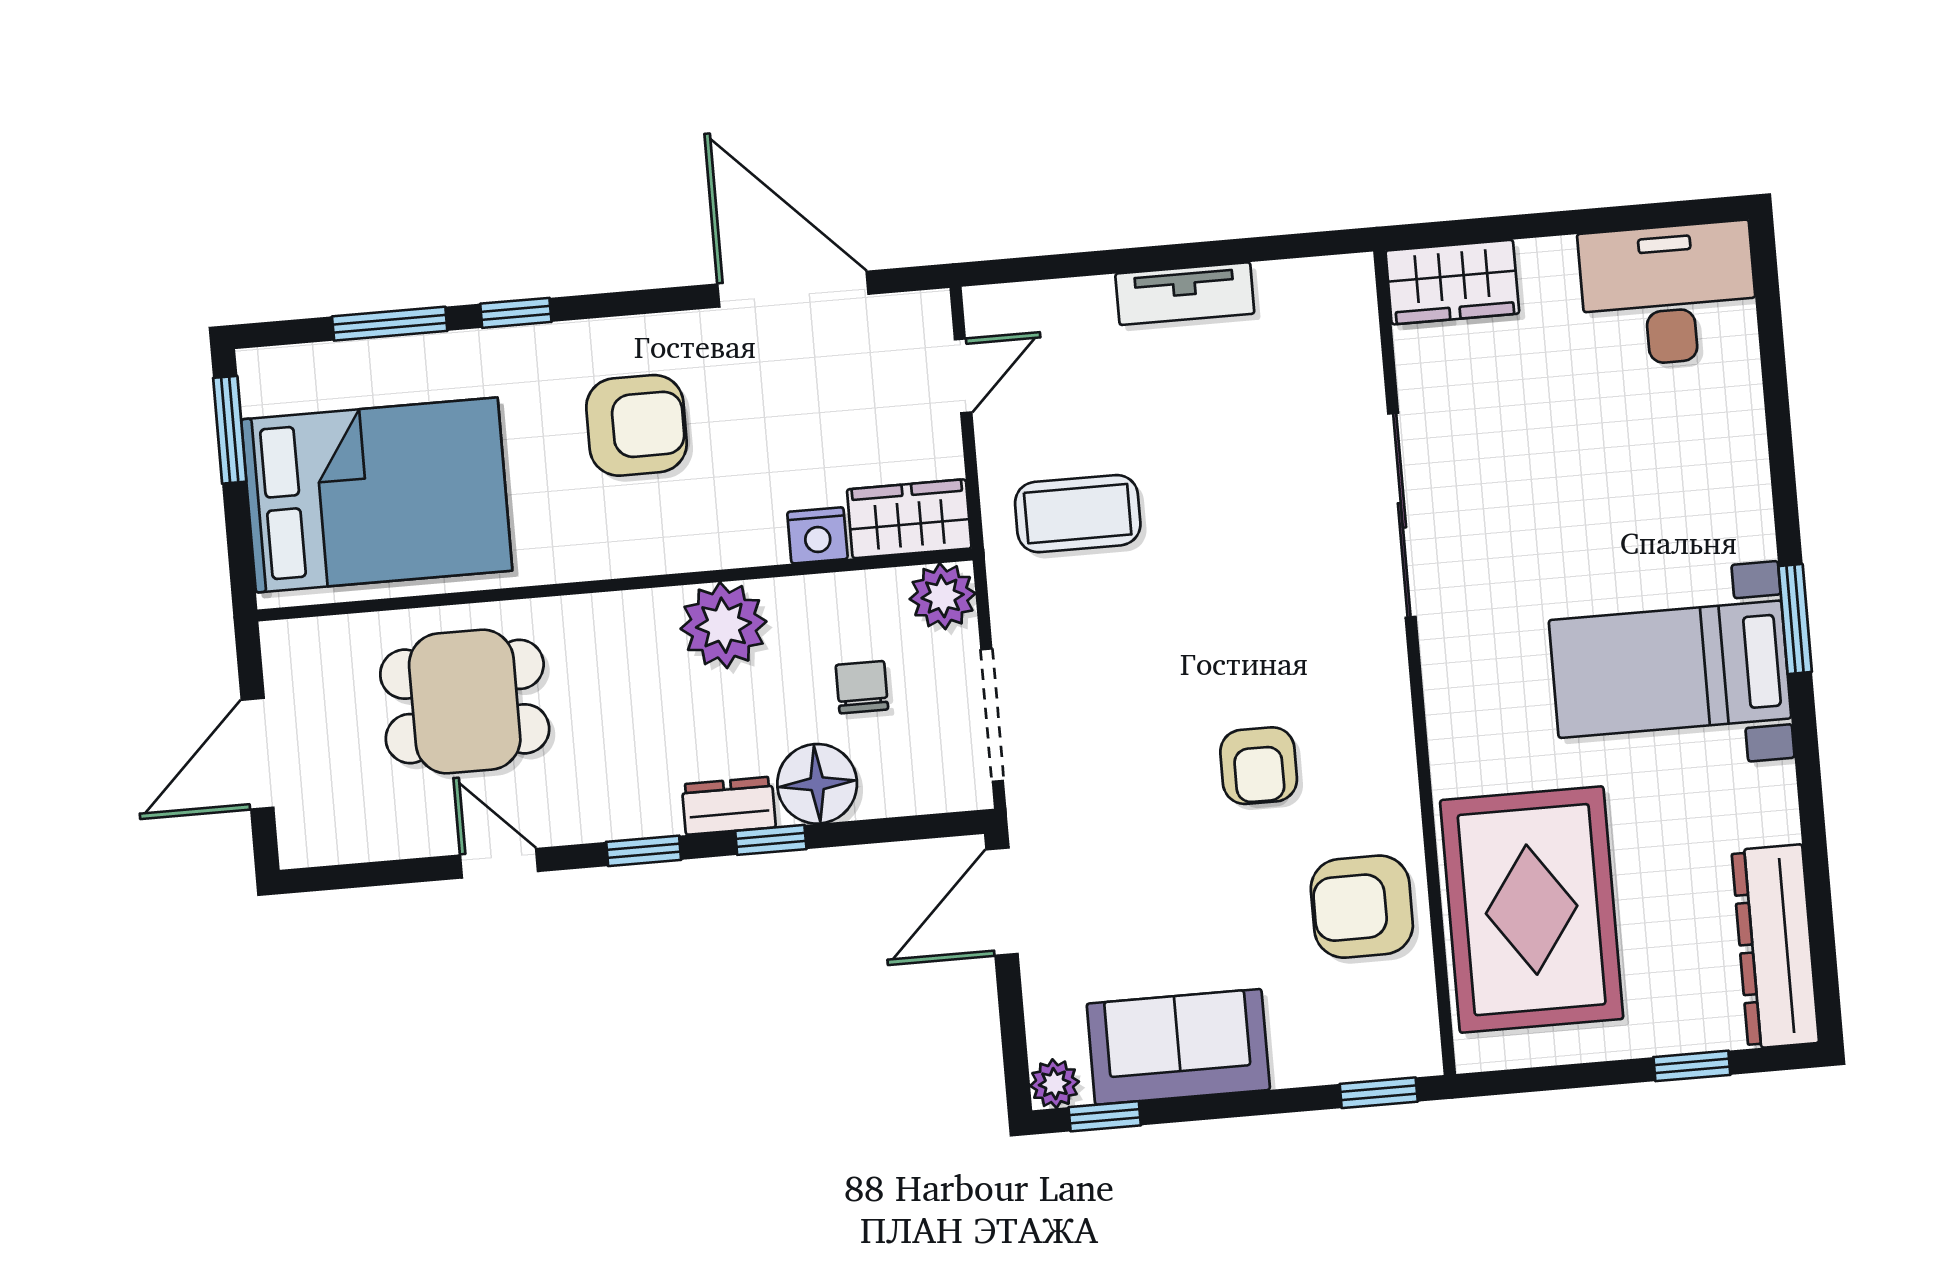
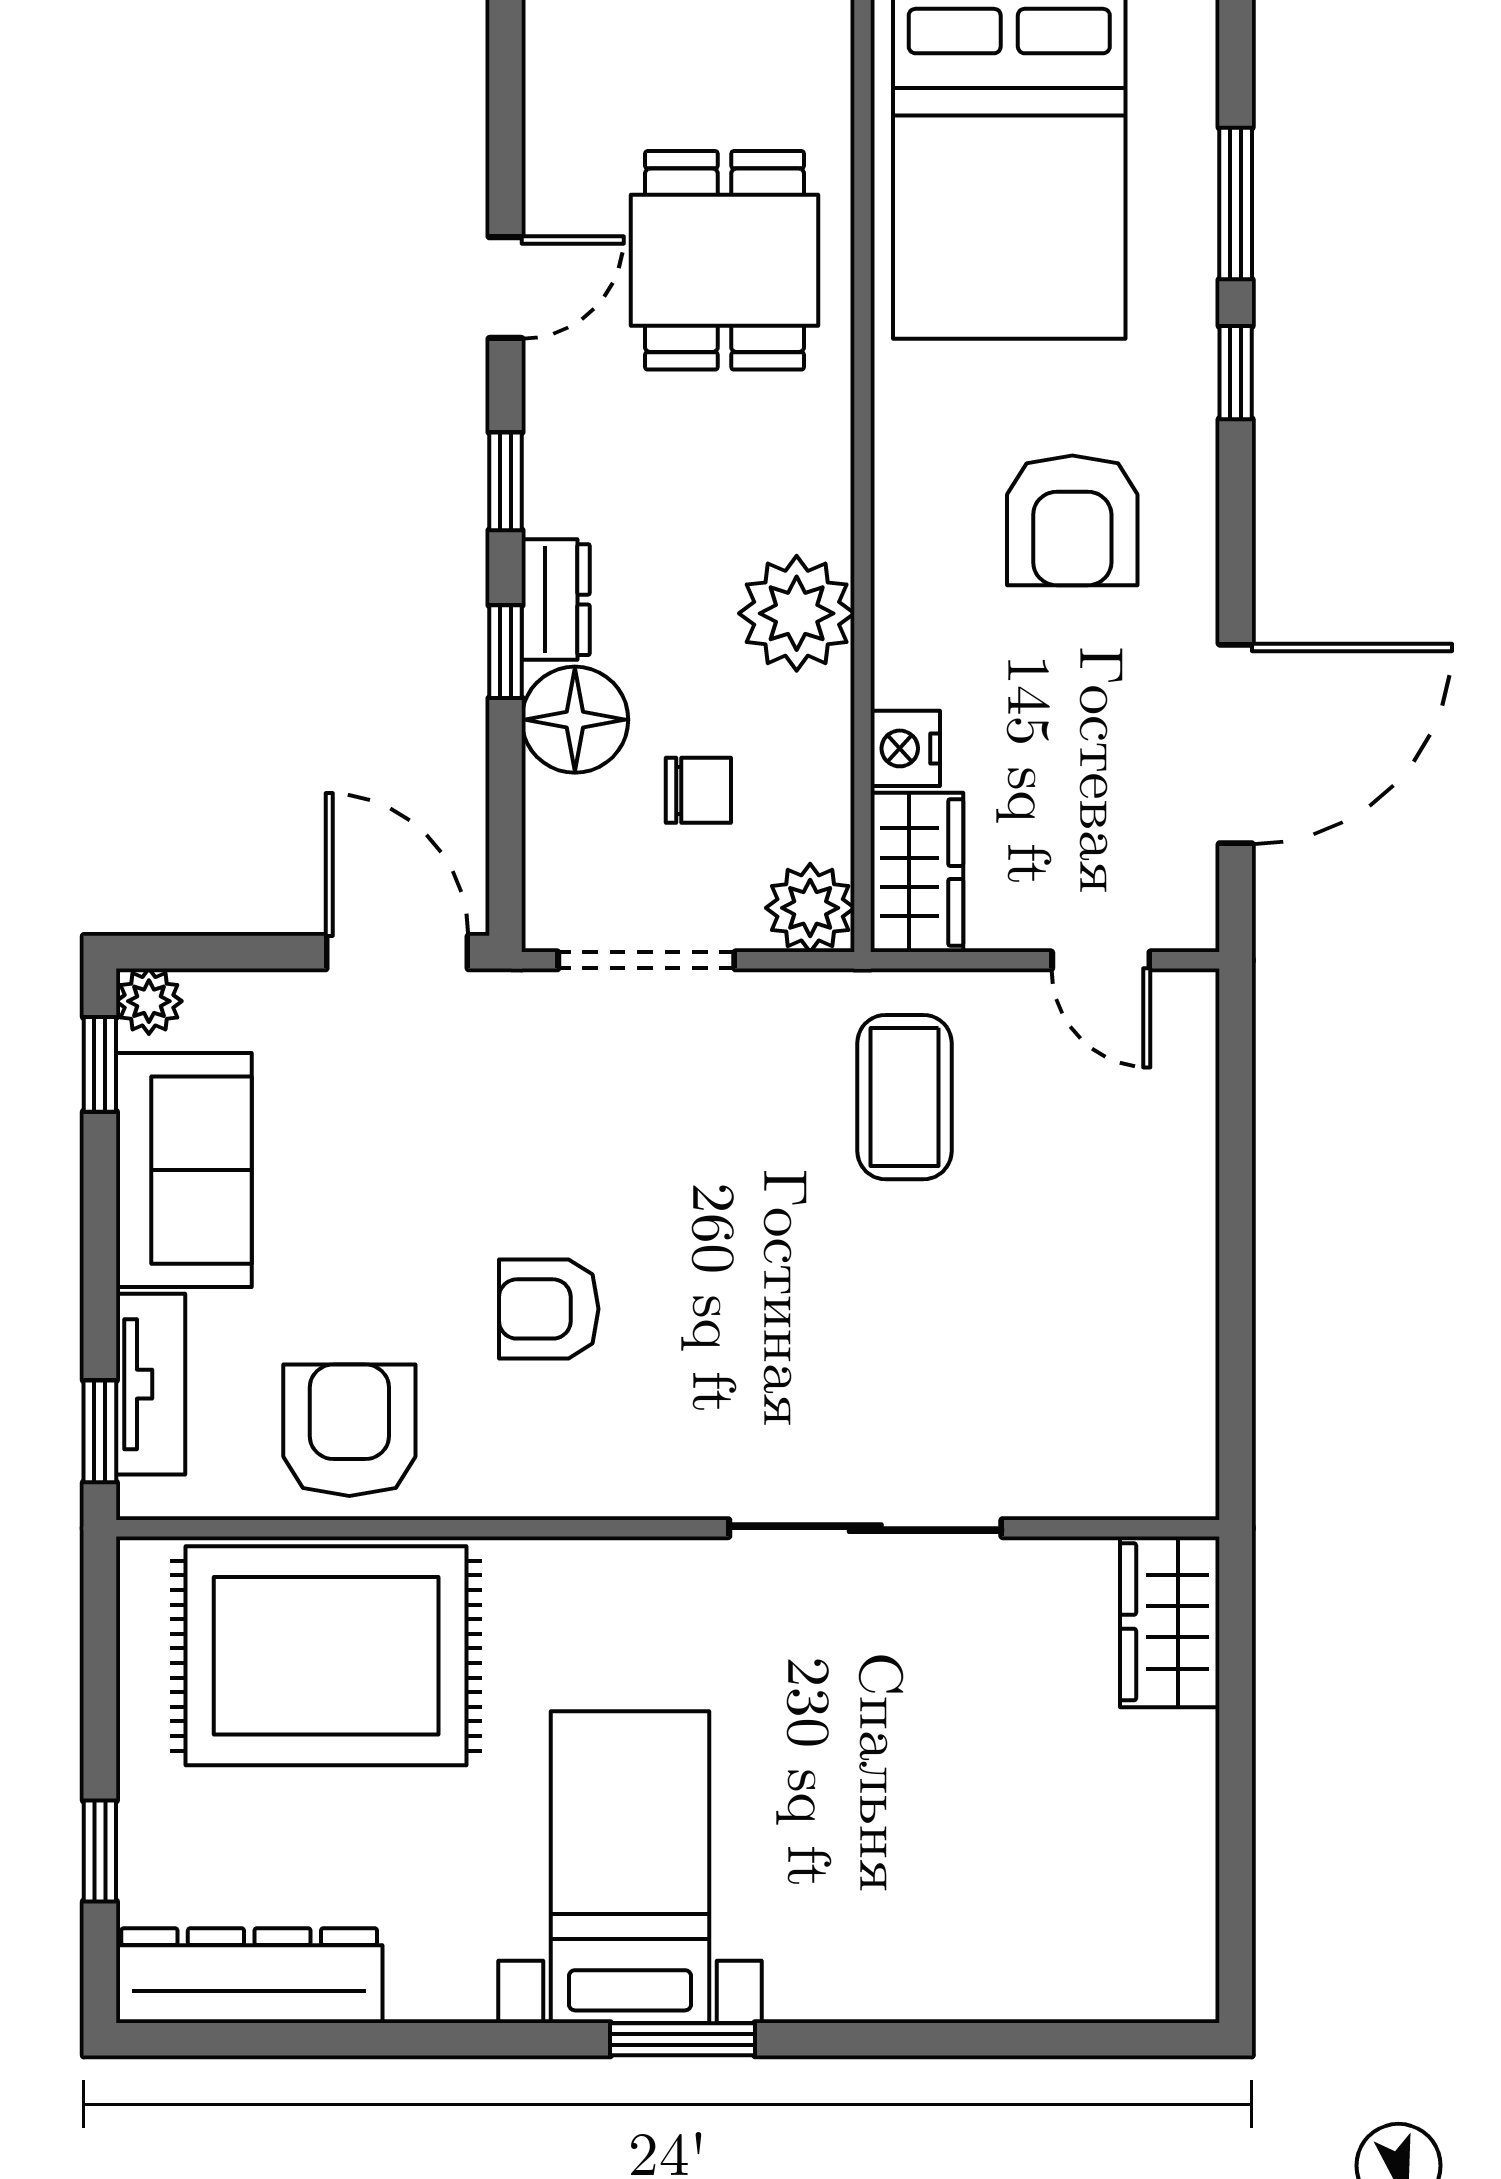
tv unit: (1185, 294) -> (151, 1384), moved, turned 180
desk: (1669, 294) -> (1129, 1908), removed

